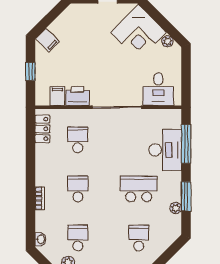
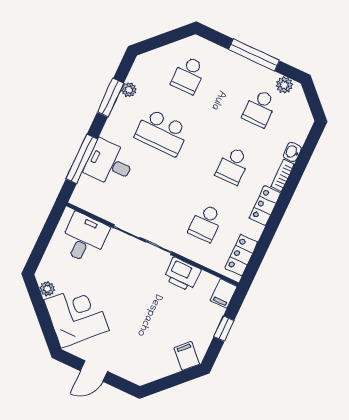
filing cabinet: (57, 96) -> (224, 293), moved
desk: (165, 150) -> (109, 163), width x0.73
locker: (42, 171) -> (265, 206), added
washbasin: (41, 239) -> (292, 152), moved

